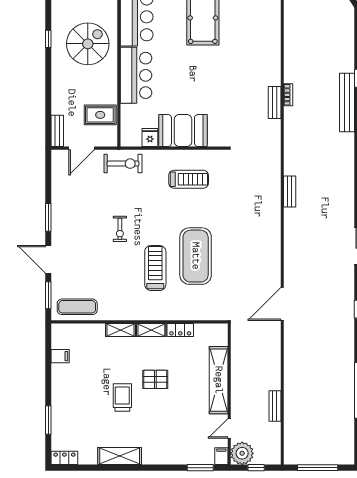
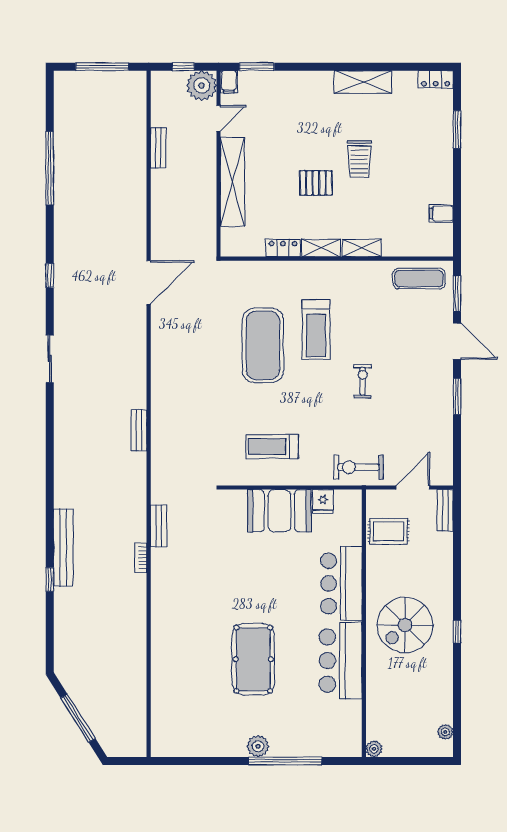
bench: (275, 102) -> (159, 526), moved

